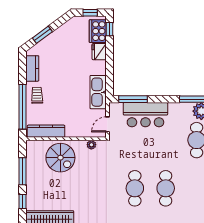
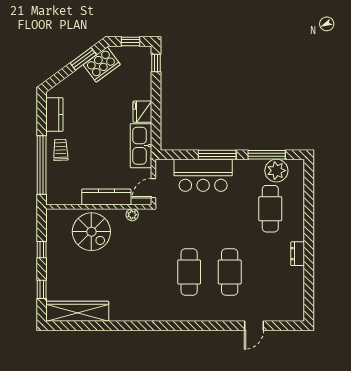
cooker: (98, 31) -> (102, 65), moved, turned -126
window: (42, 35) -> (83, 59), moved
fridge: (99, 52) -> (142, 112), moved
window: (133, 99) -> (217, 155), moved
kitchen counter: (46, 131) -> (106, 197), moved
window: (23, 171) -> (42, 250), width x0.46

